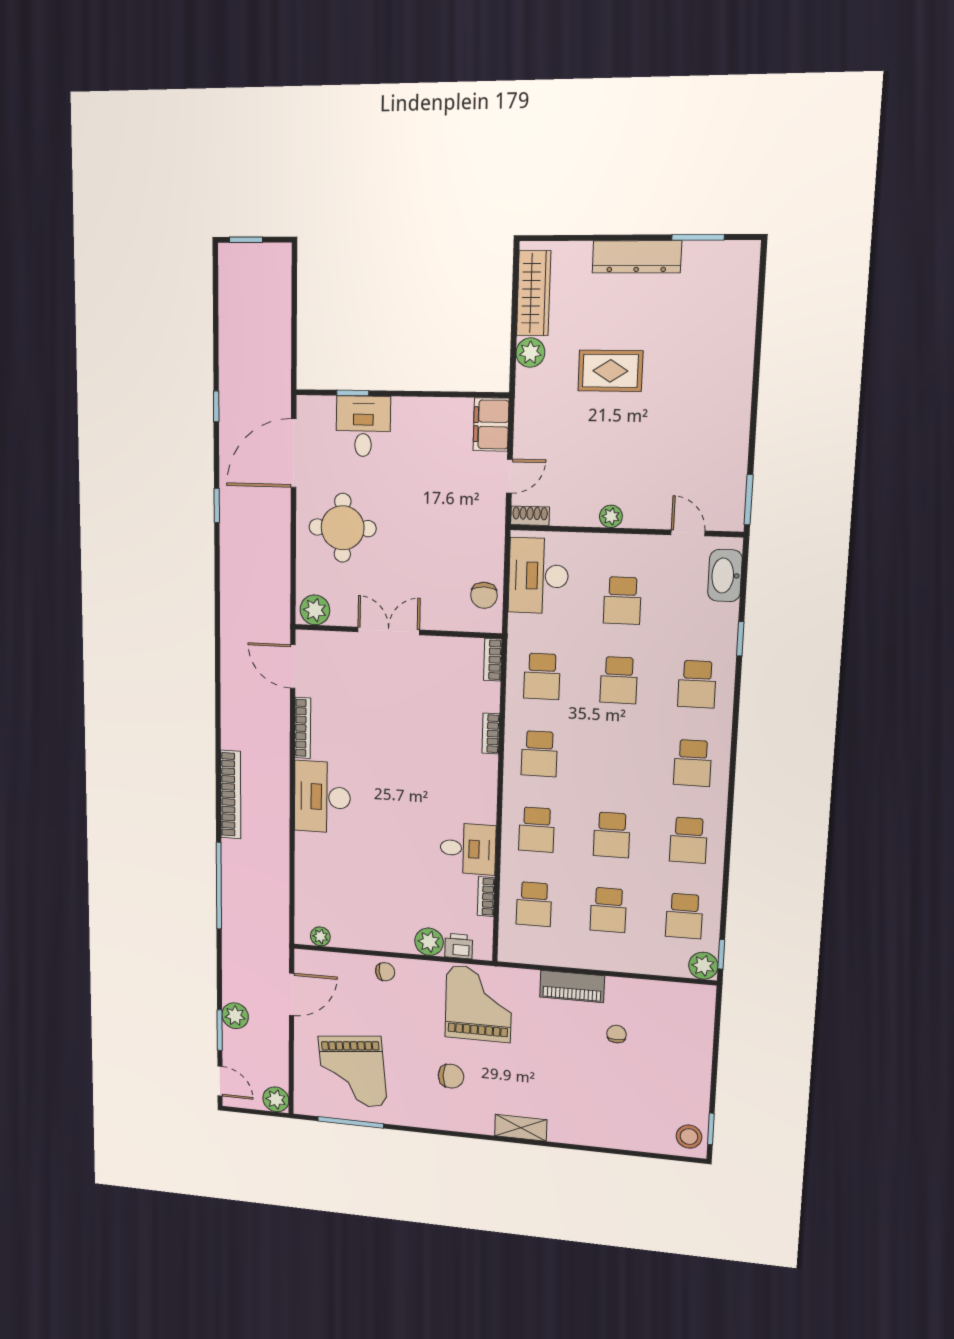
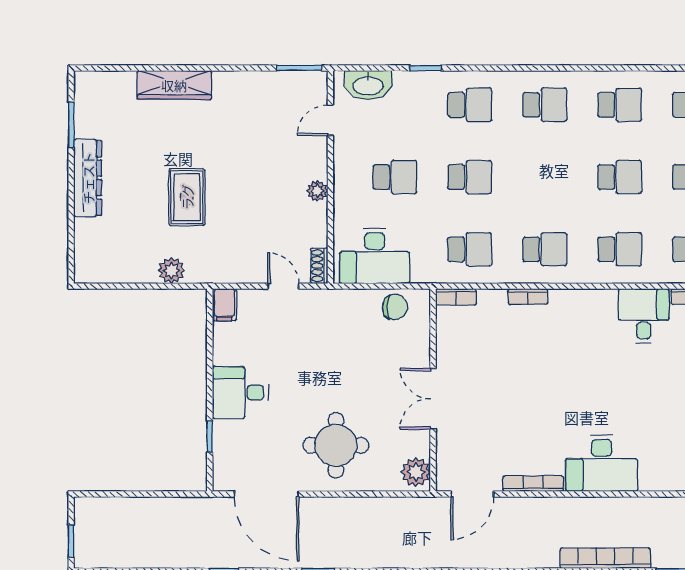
wardrobe: (534, 293) -> (174, 85), moved, turned 180
filing cabinet: (491, 424) -> (224, 305), width x0.50
desk: (363, 426) -> (240, 393), moved

